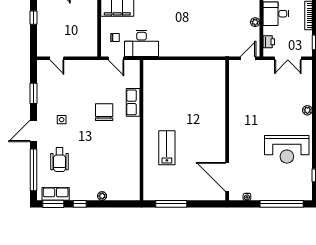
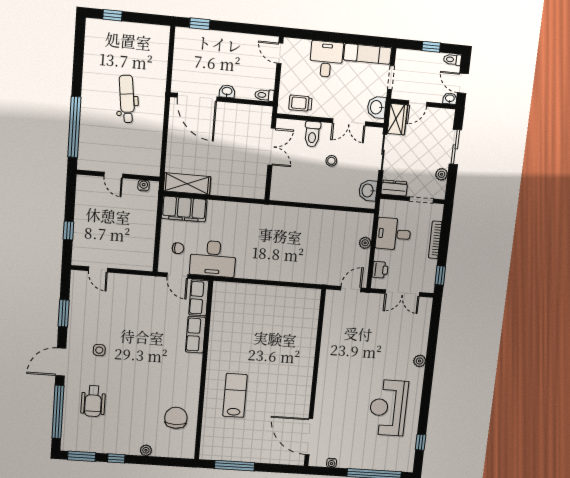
window: (34, 18) -> (68, 230), moved
chair: (104, 112) -> (176, 418), moved
reception desk: (287, 149) -> (388, 408), turned 90
row of seats: (56, 194) -> (199, 298), moved, turned -90

